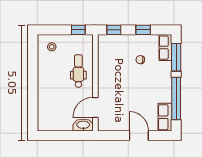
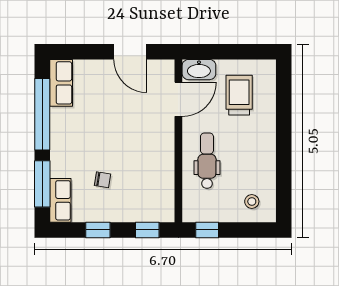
dental chair: (78, 71) -> (207, 161), turned 180
trolley: (59, 110) -> (239, 95), added
door: (139, 136) -> (130, 52), moved

